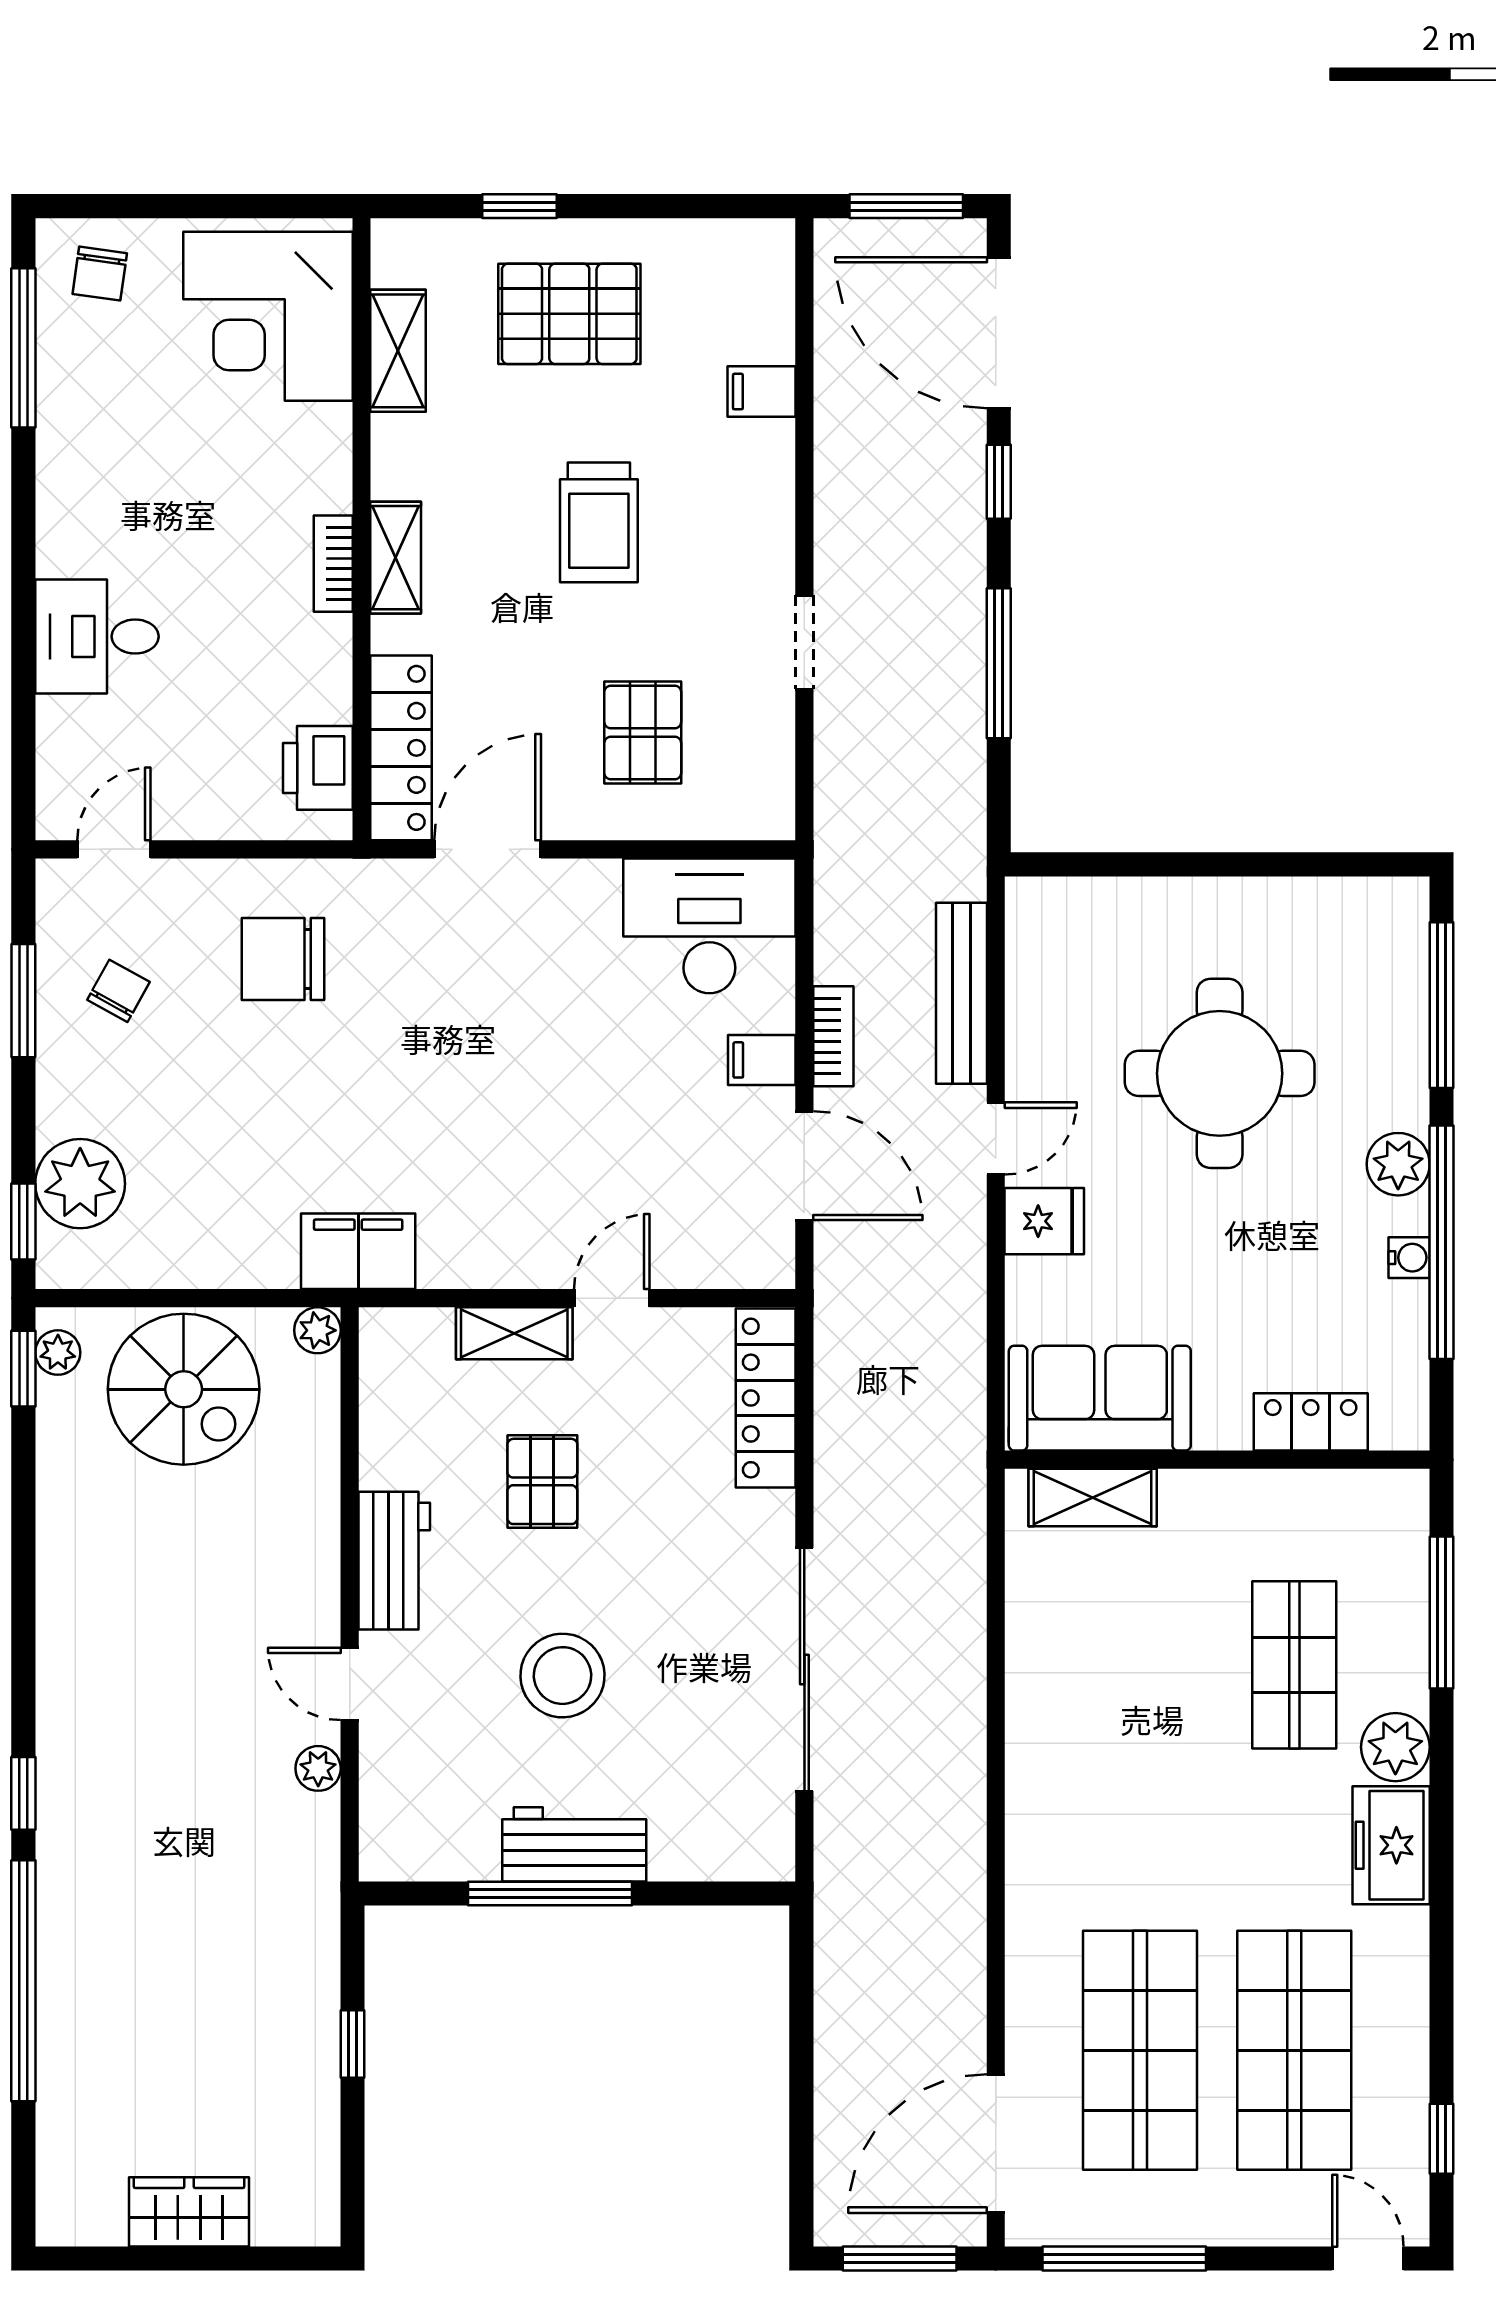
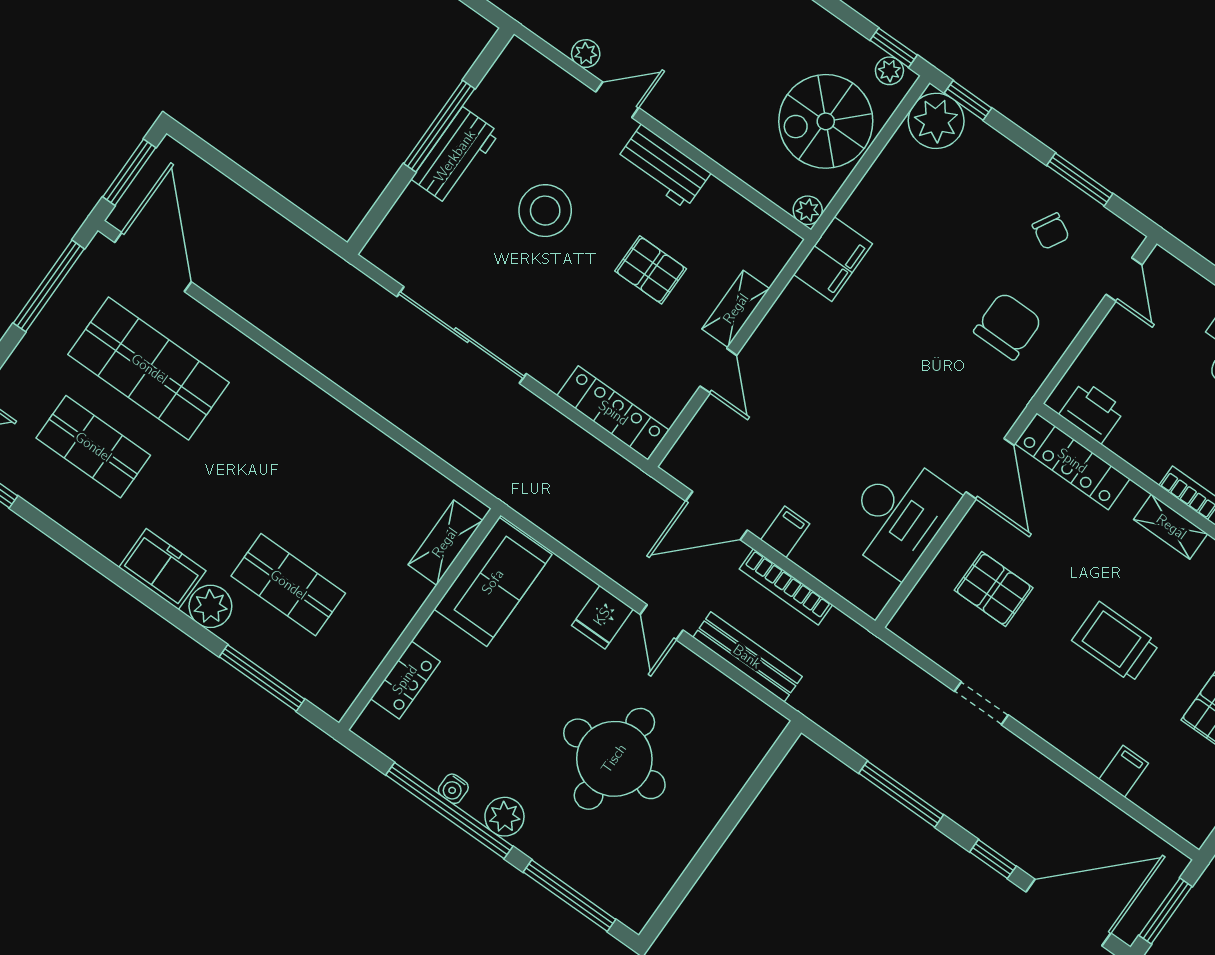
desk: (709, 926) -> (899, 515), moved
bookcase: (833, 1036) -> (786, 587), width x1.56
plant: (80, 1184) -> (936, 121), moved
shop shelf: (1294, 2050) -> (93, 447), width x0.70, depth x0.74

